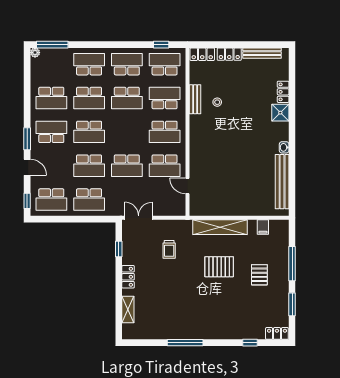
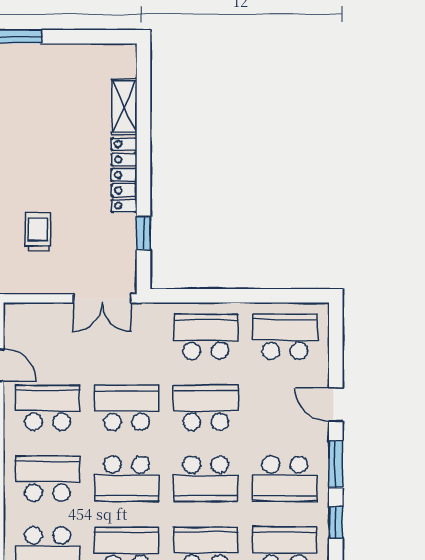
school desk: (89, 132) -> (206, 479), turned 180
school desk: (127, 132) -> (127, 479), added
window: (27, 201) -> (336, 522), moved
locker: (128, 277) -> (124, 175), width x1.53

